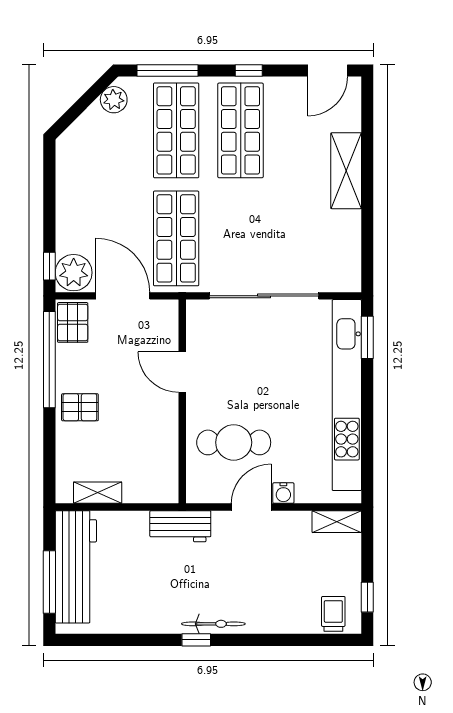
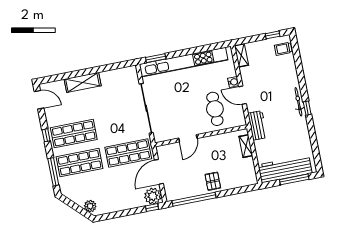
plant: (114, 100) -> (90, 206), moved
pallet: (73, 322) -> (175, 192), removed
shelving: (98, 493) -> (246, 146), moved

